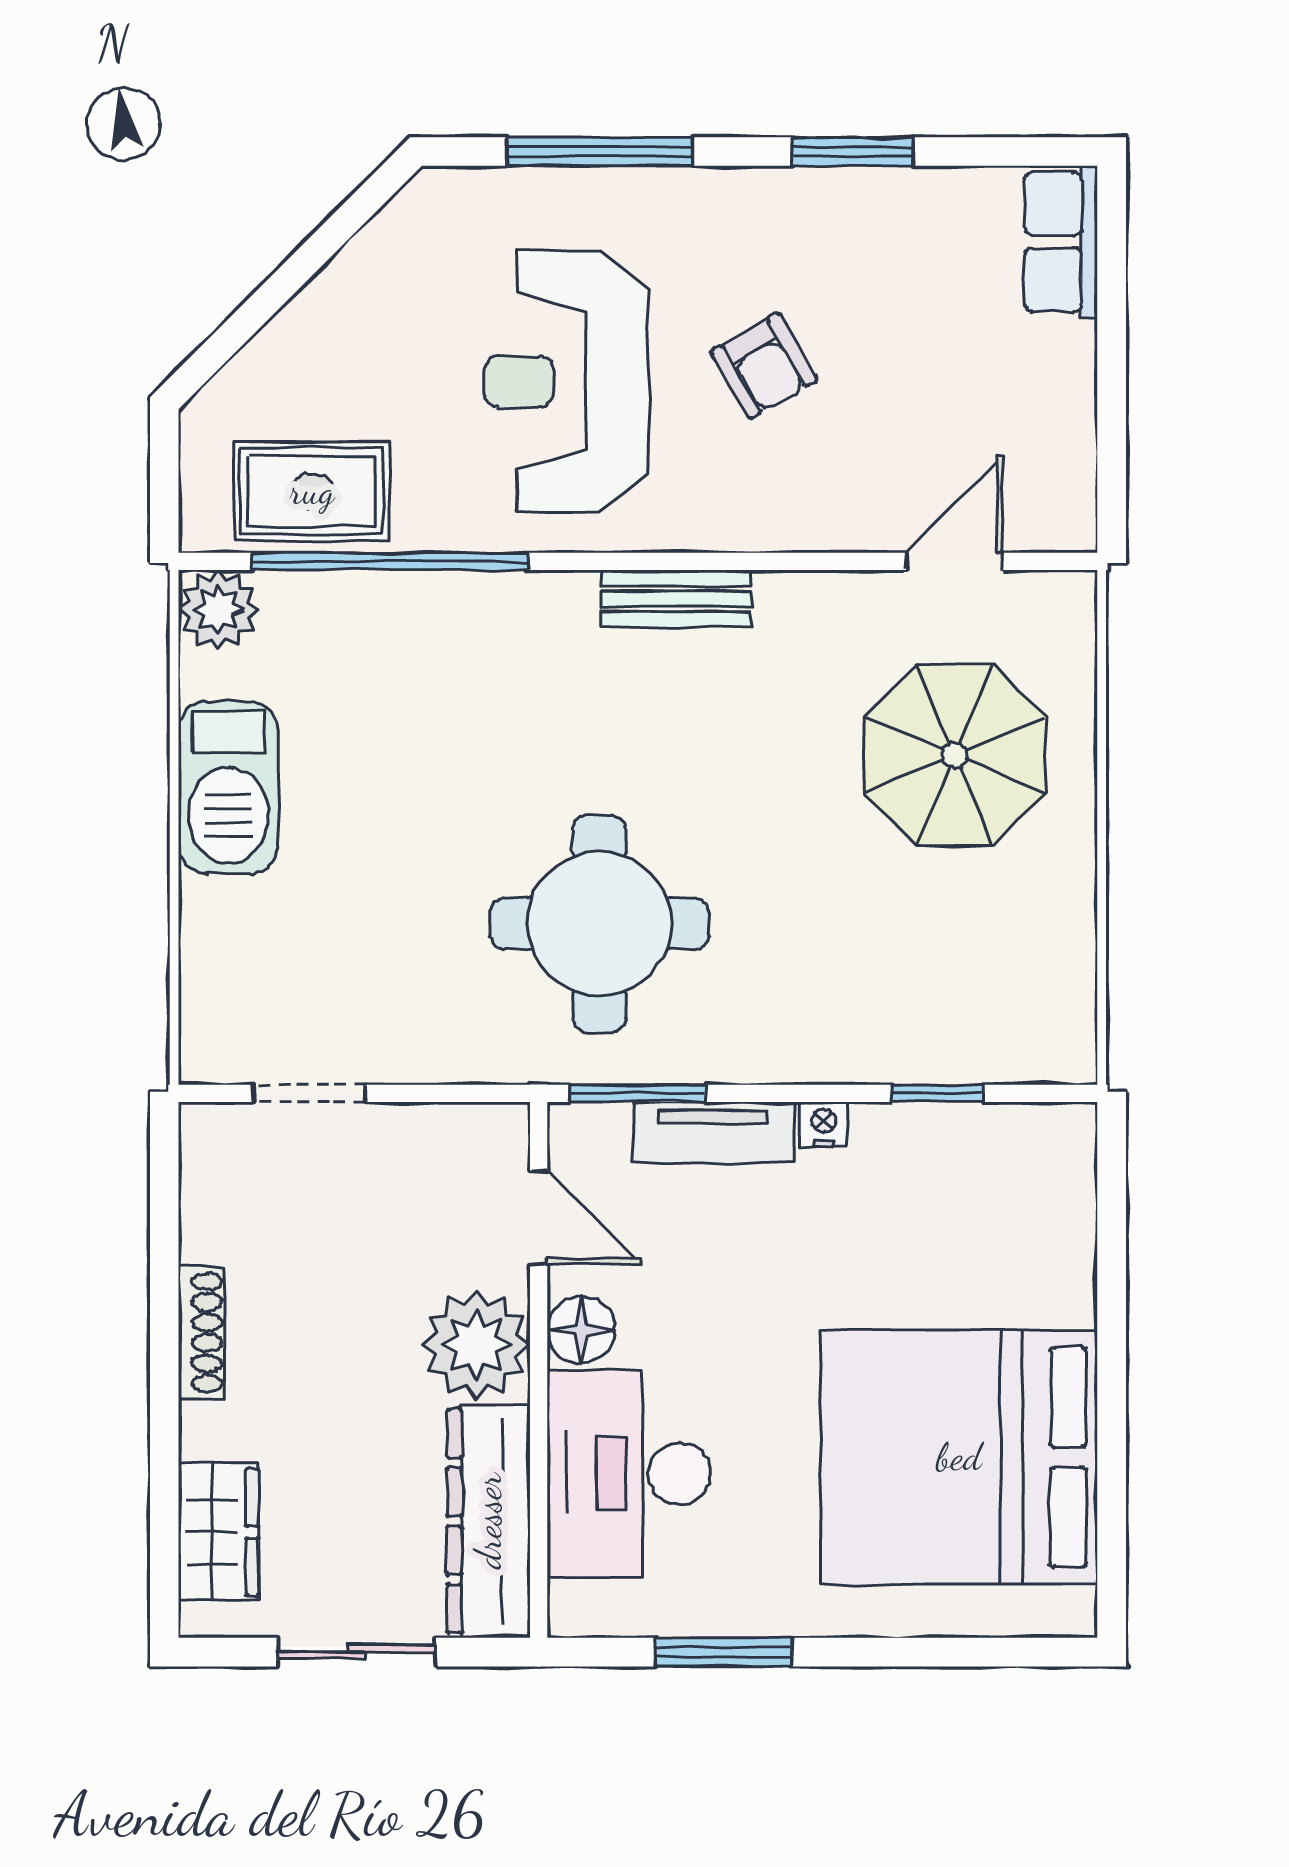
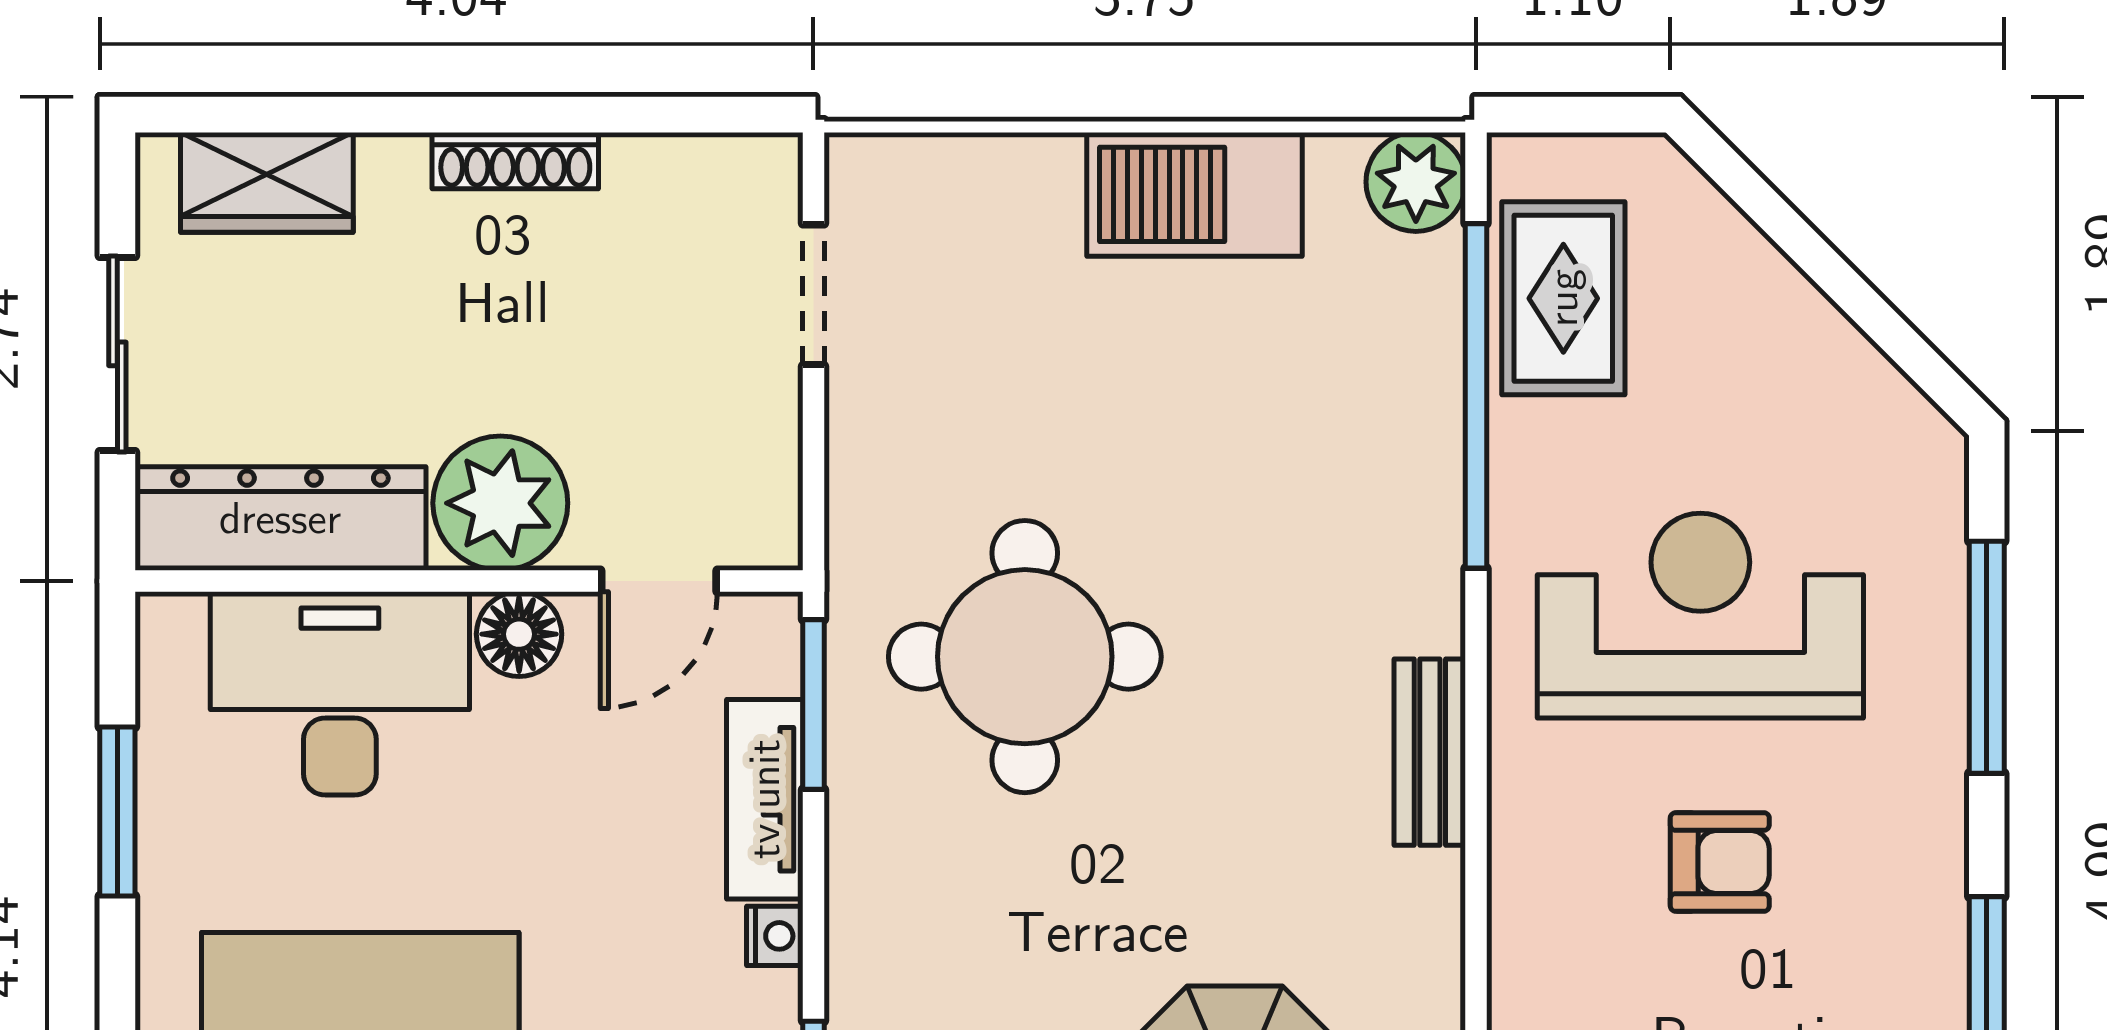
armchair: (764, 366) -> (1720, 862), turned -150

